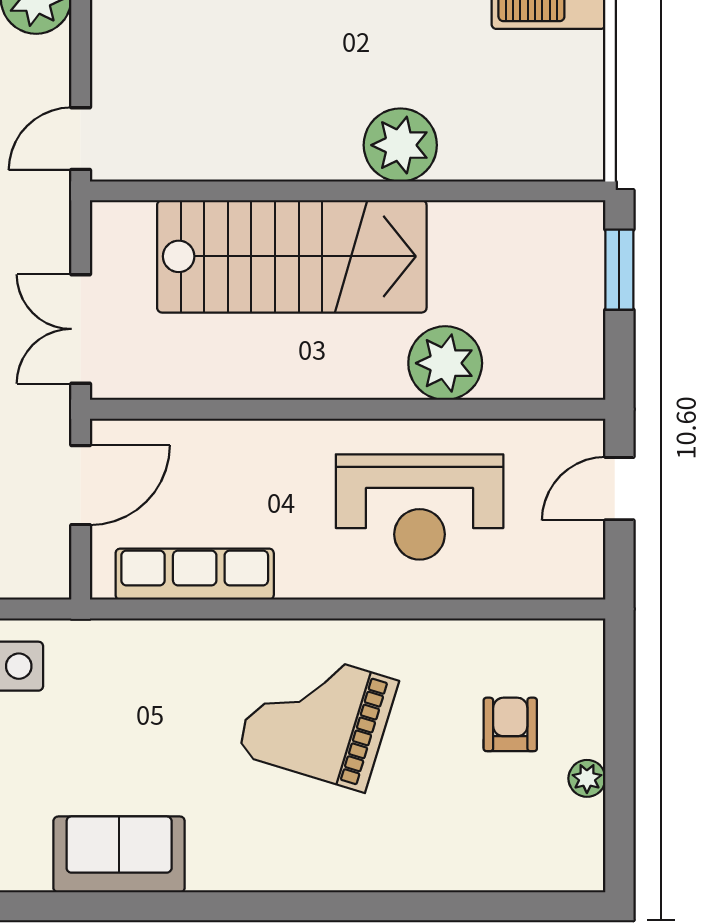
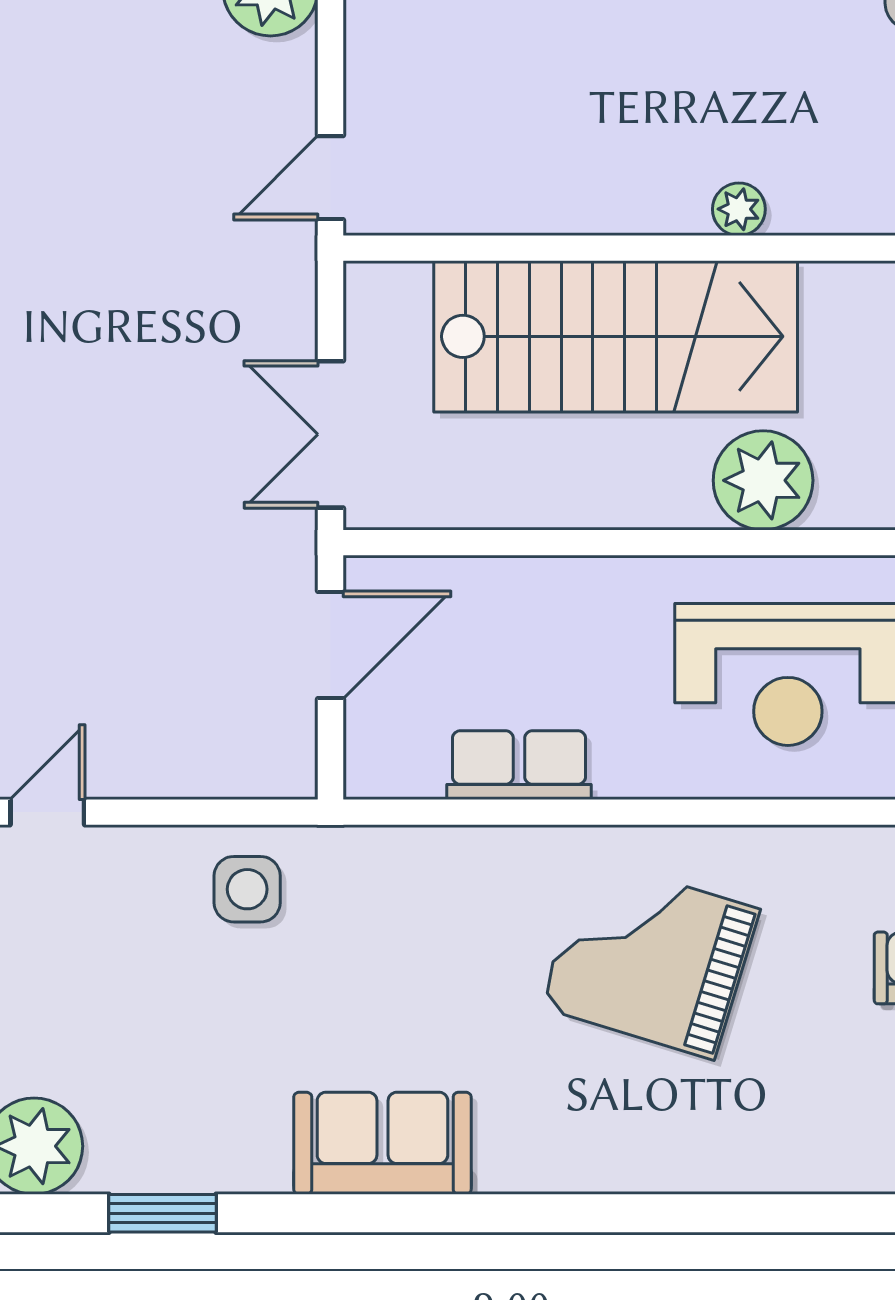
plant: (400, 145) -> (739, 209), width x0.53, depth x0.53
plant: (445, 363) -> (763, 480), moved
row of seats: (195, 574) -> (519, 765), width x0.68

